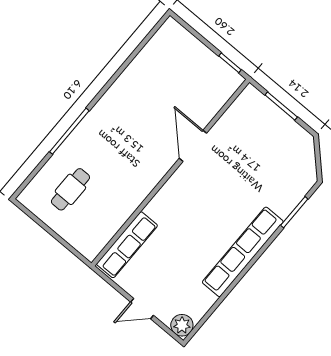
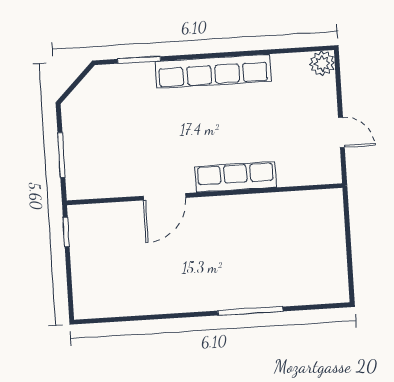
cafe table: (70, 189) -> (298, 264), removed
row of seats: (127, 245) -> (236, 177), moved
door: (142, 309) -> (341, 132), moved

